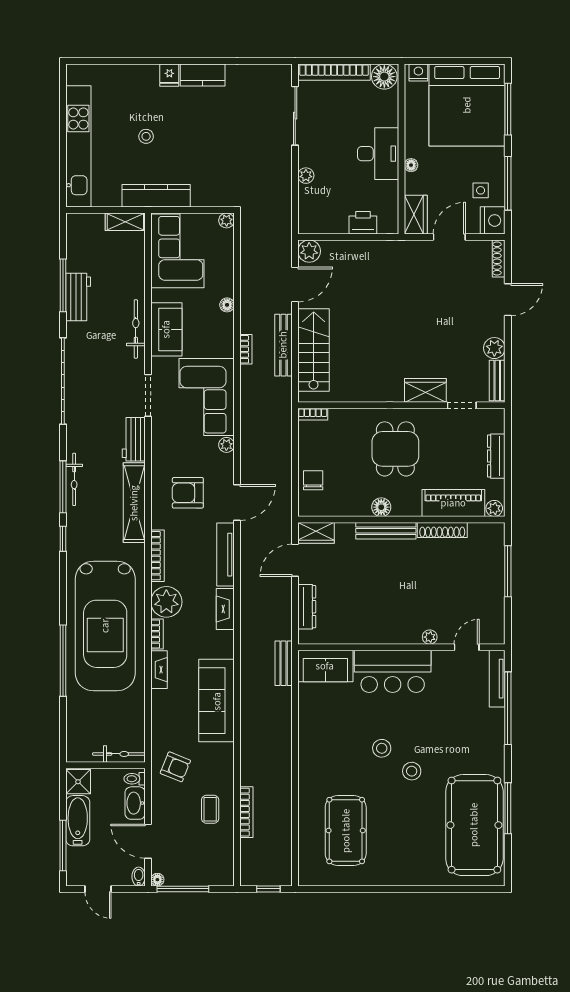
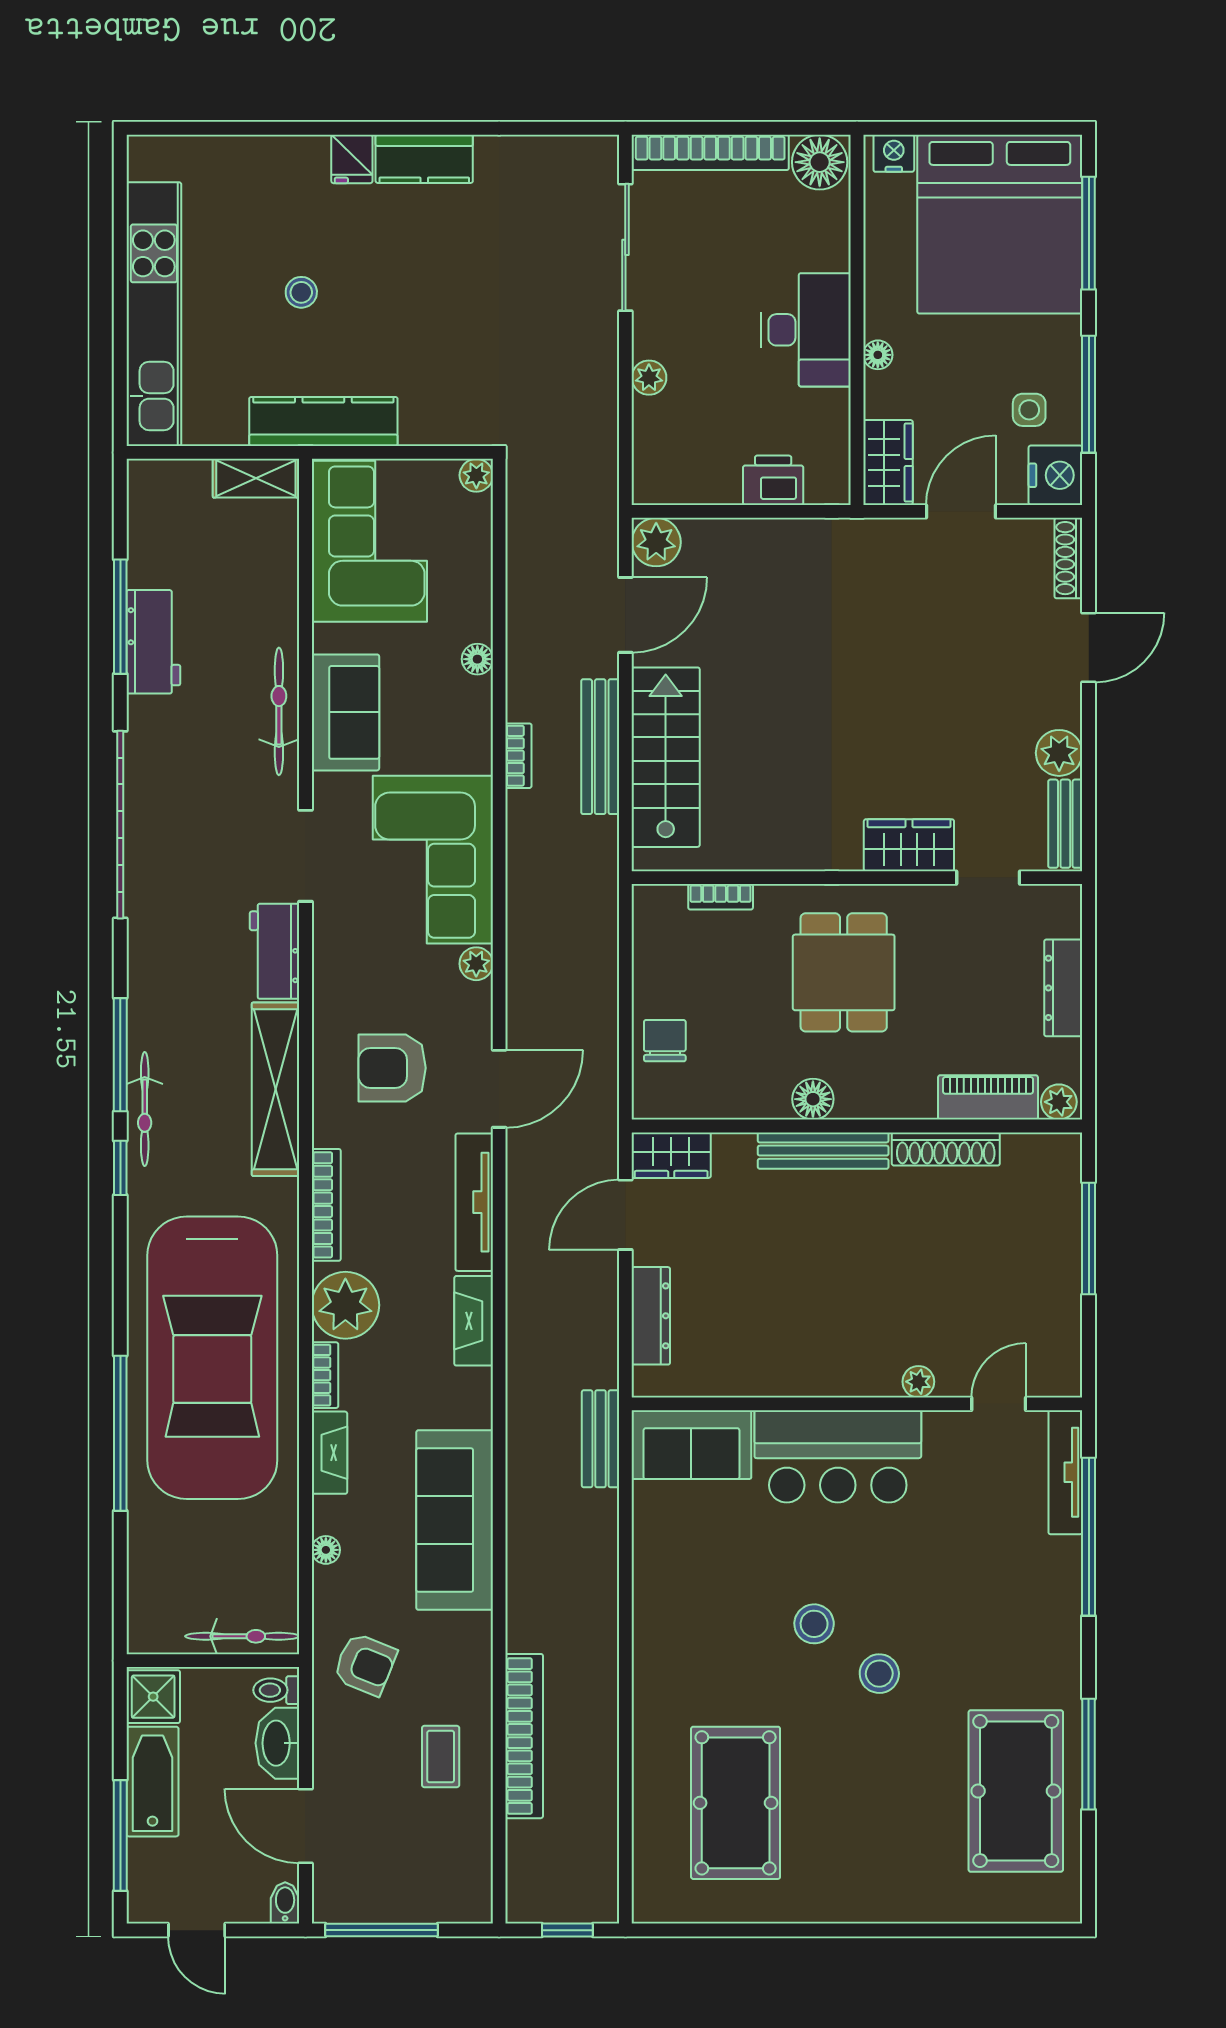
bookcase: (313, 414) -> (721, 897), moved
bicycle: (74, 479) -> (145, 1109), moved
piano: (453, 503) -> (988, 1097), width x0.73, depth x0.75
bookcase: (246, 812) -> (524, 1736), width x1.48, depth x1.31
pool table: (474, 825) -> (1016, 1791), width x0.73, depth x0.76
floor lamp: (157, 880) -> (326, 1550), moved

